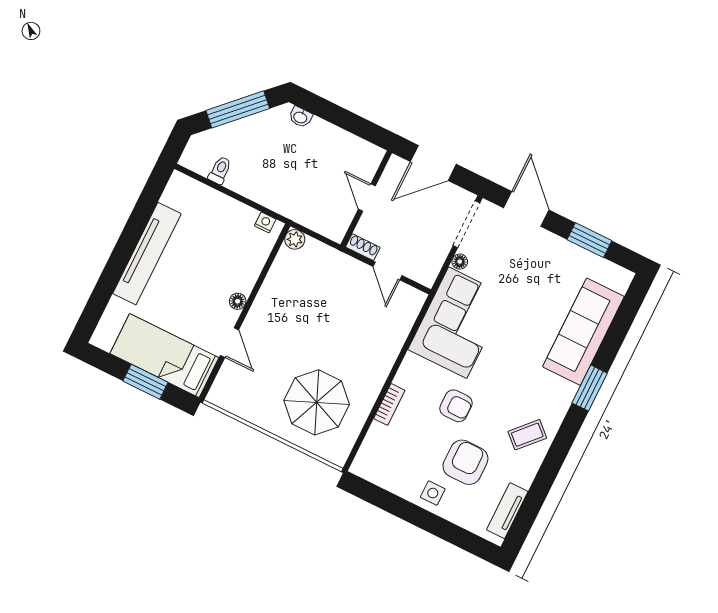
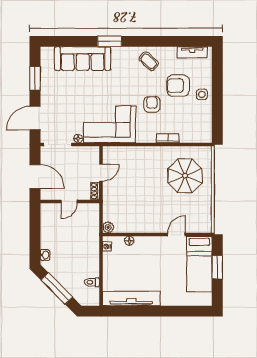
tv unit: (147, 254) -> (131, 298), moved
floor lamp: (238, 301) -> (129, 241), moved

